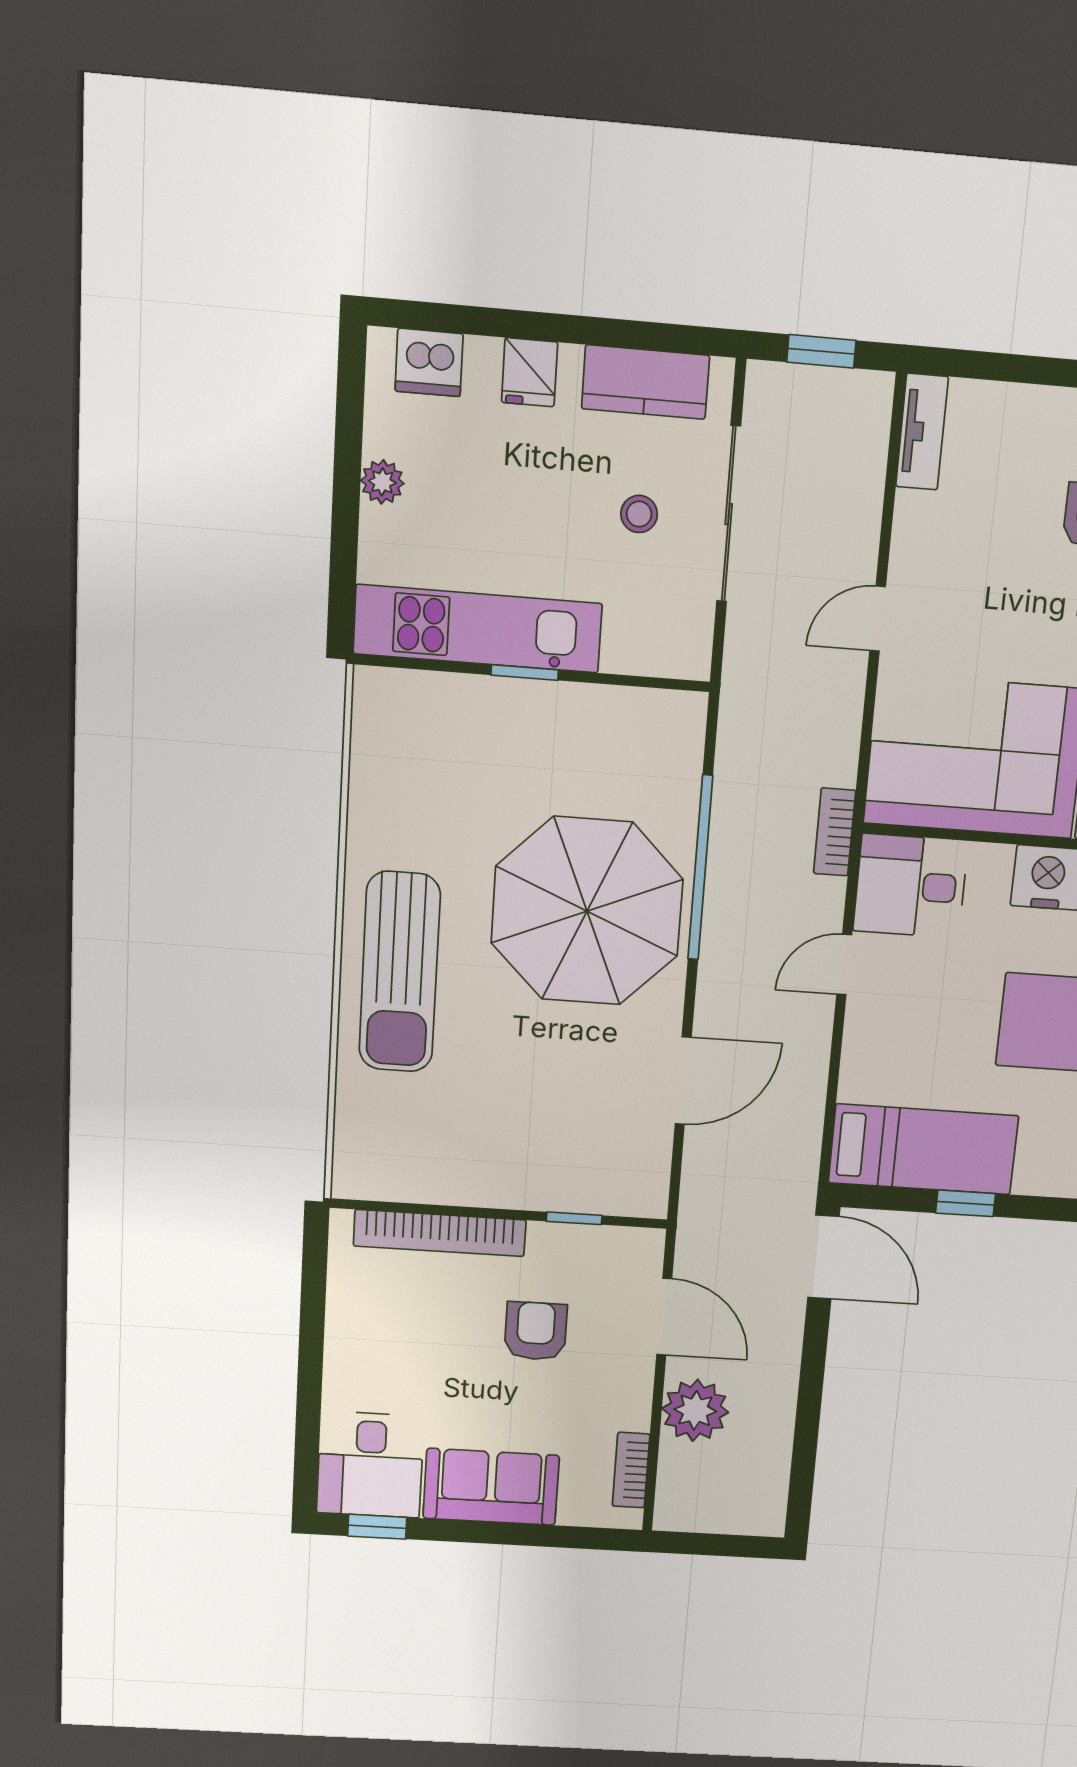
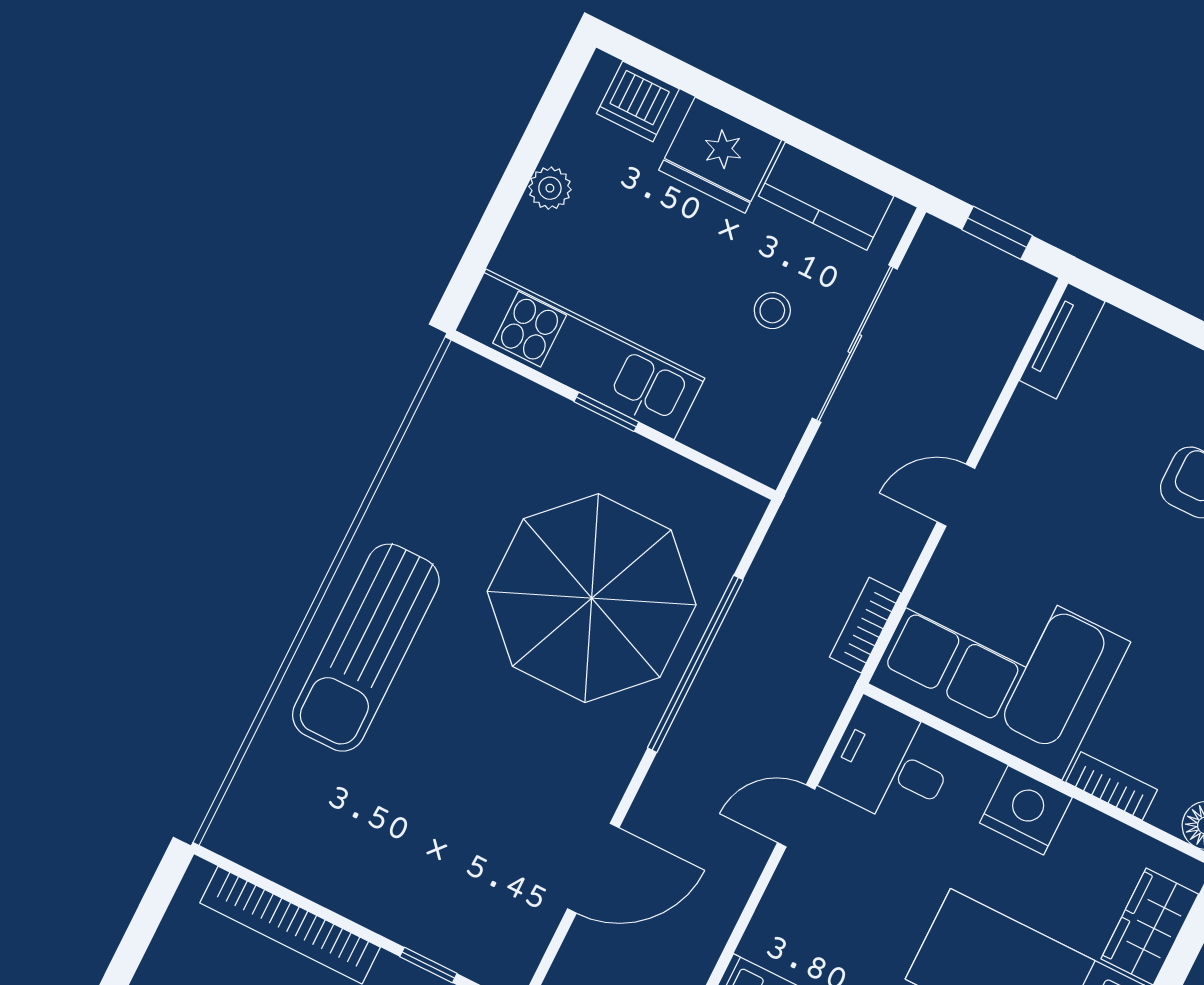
fridge: (530, 372) -> (720, 155), width x1.88, depth x1.34
bookcase: (835, 832) -> (865, 625), moved
parasol: (587, 911) -> (592, 598), moved

